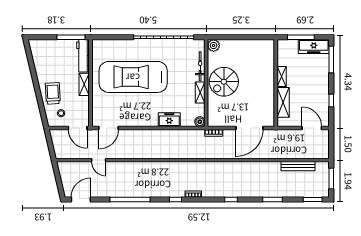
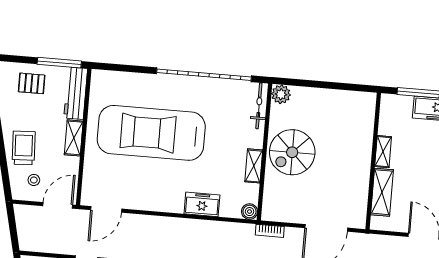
pallet: (54, 52) -> (32, 83), added
bicycle: (200, 66) -> (259, 106), moved
door: (78, 128) -> (58, 205), swing flipped

